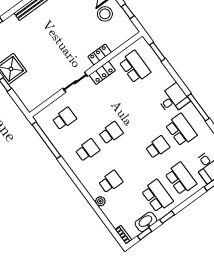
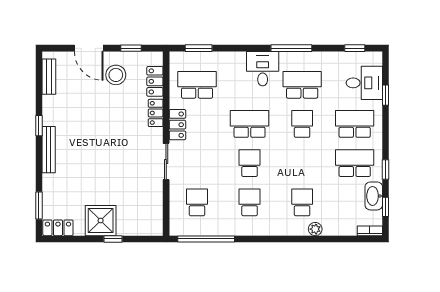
locker: (118, 40) -> (155, 81), added
school desk: (134, 116) -> (250, 124), added

